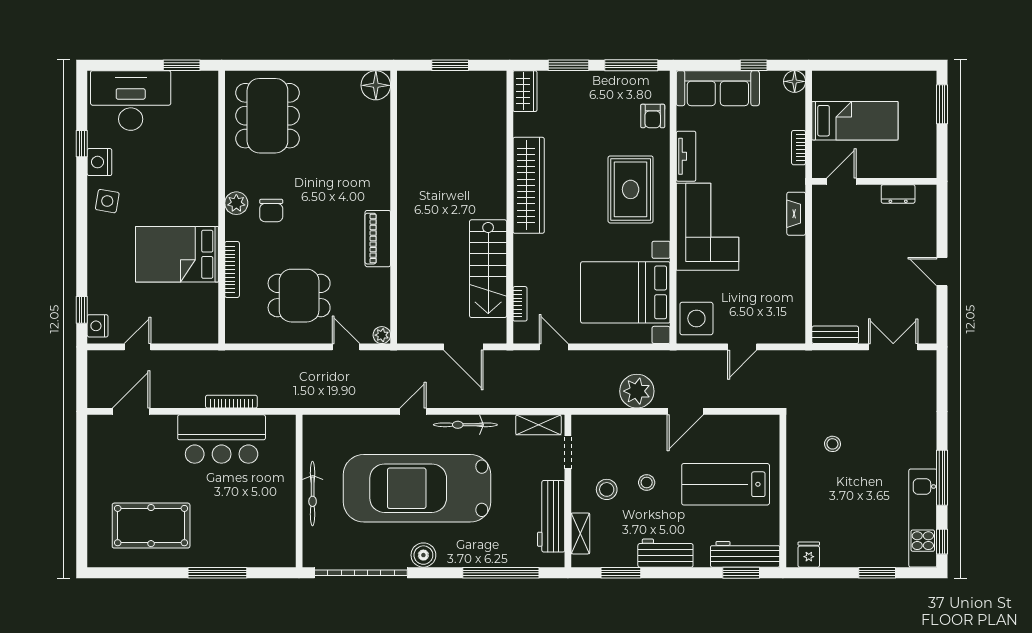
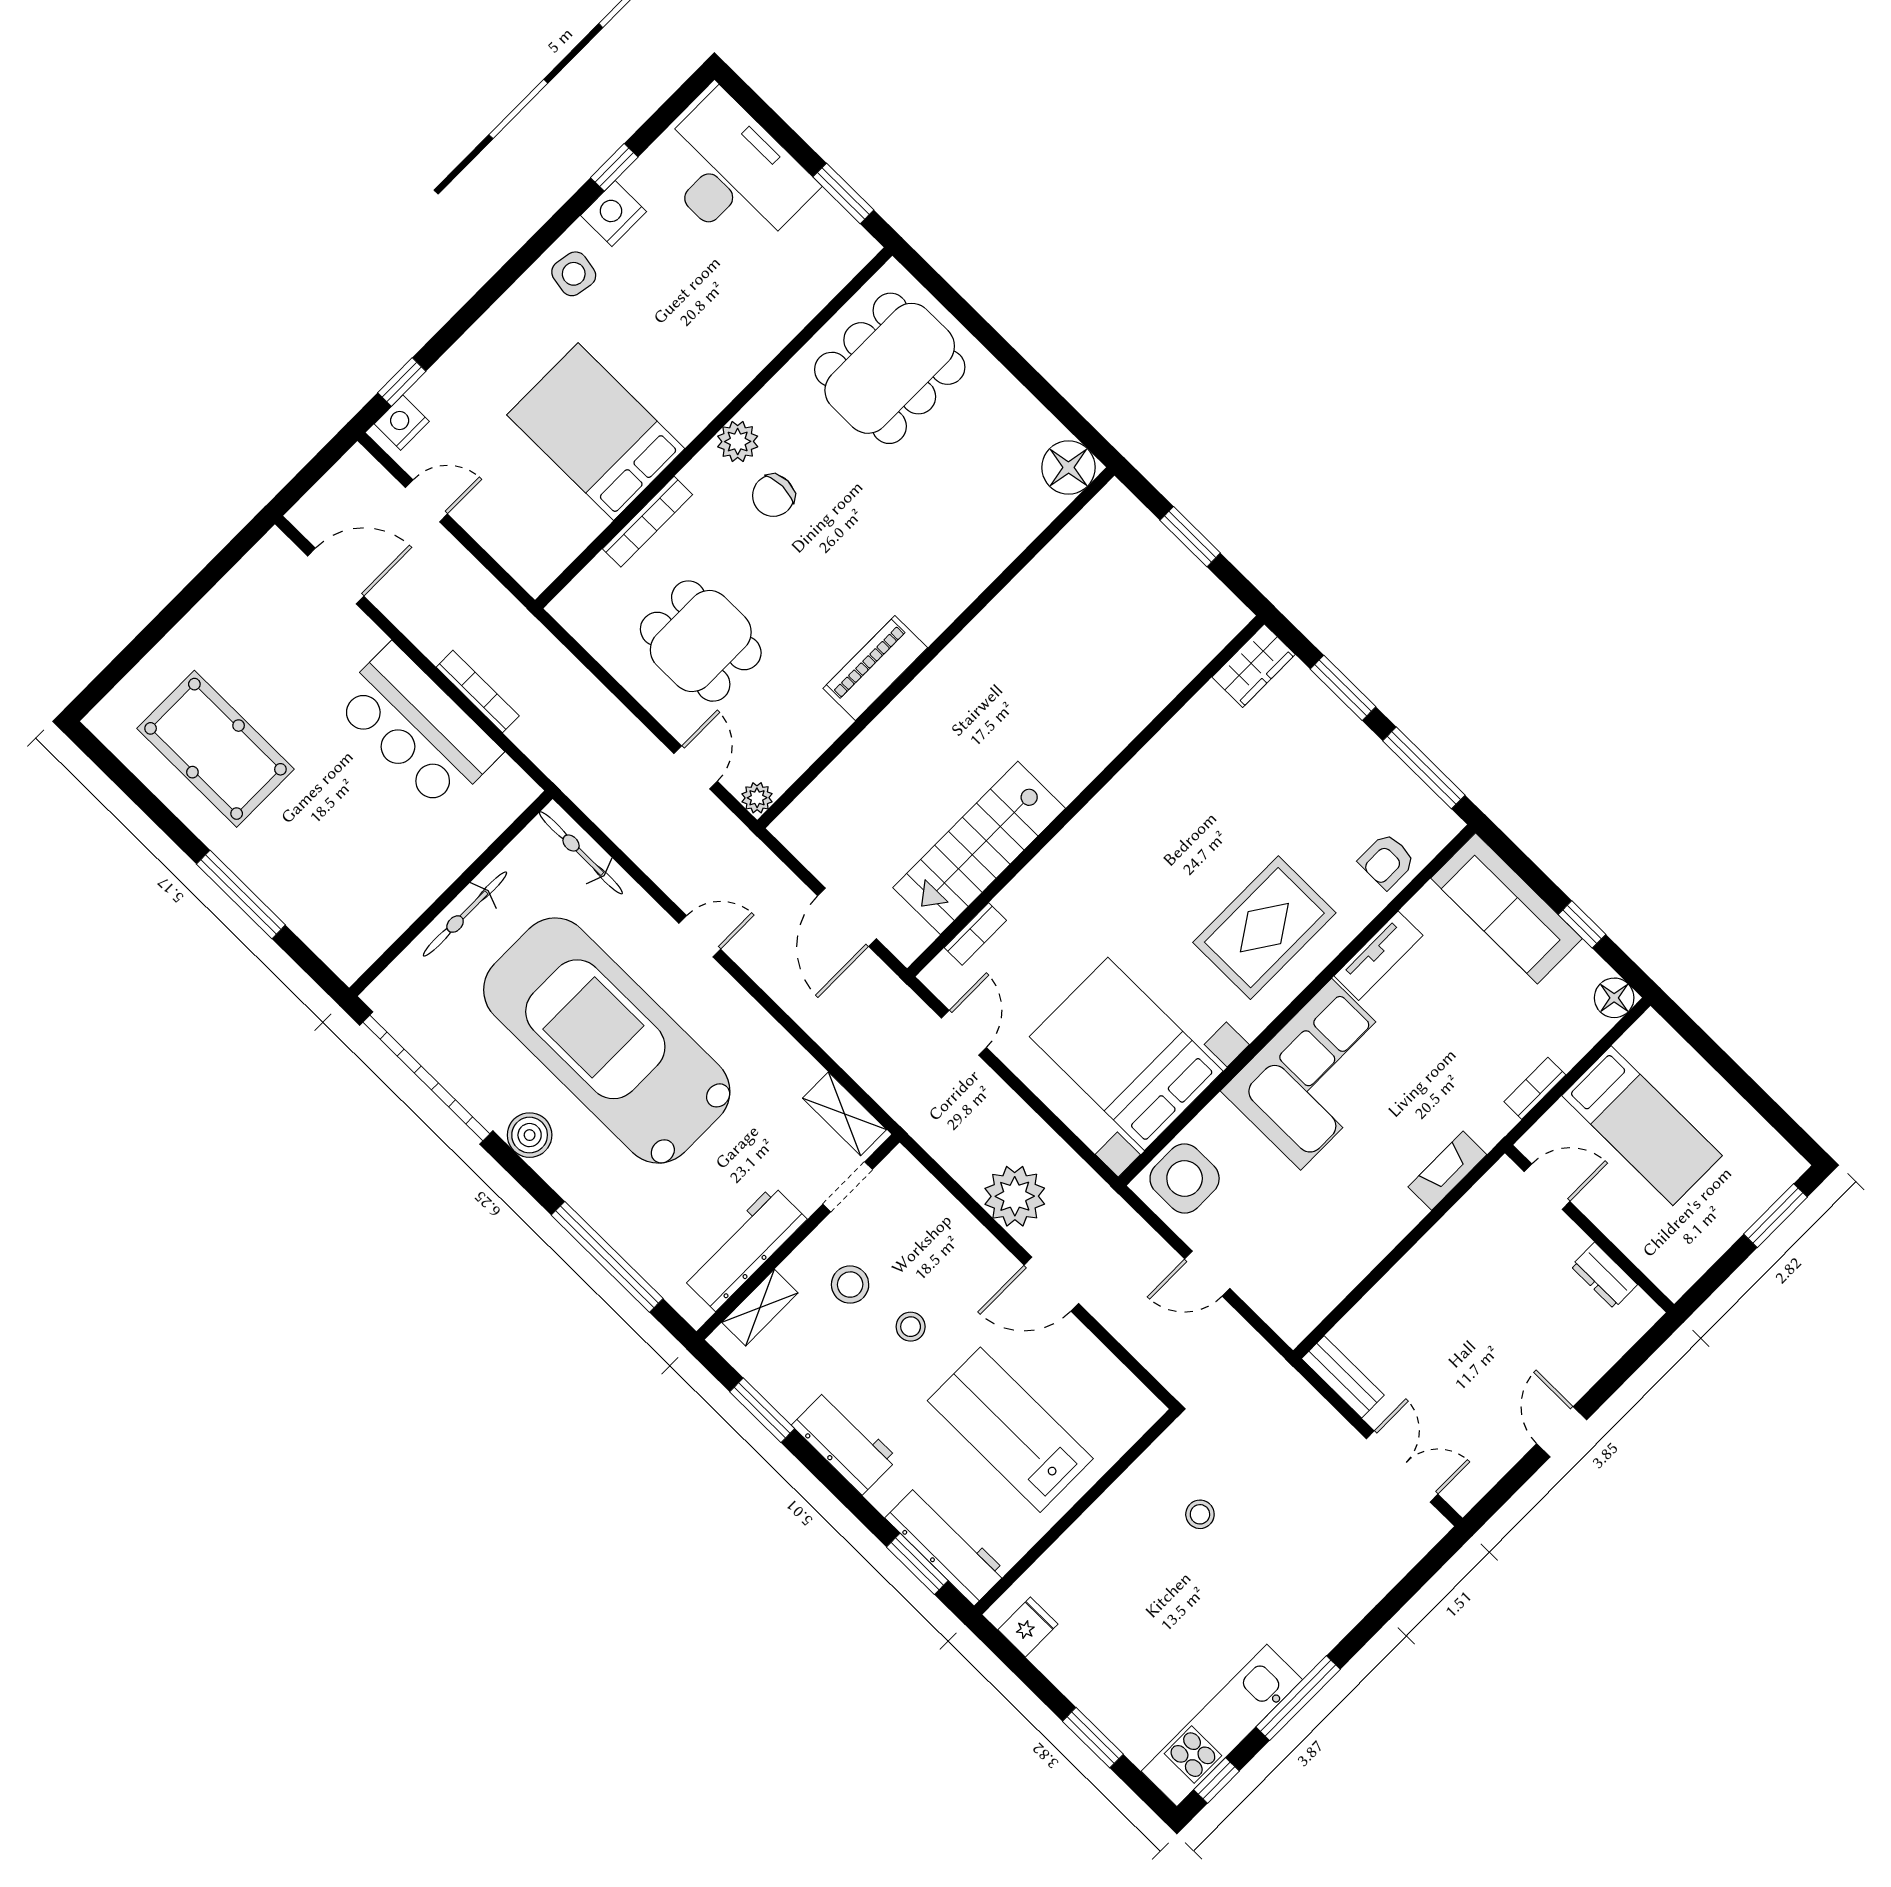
wardrobe: (529, 185) -> (1138, 792), removed
bicycle: (465, 425) -> (581, 853), moved

